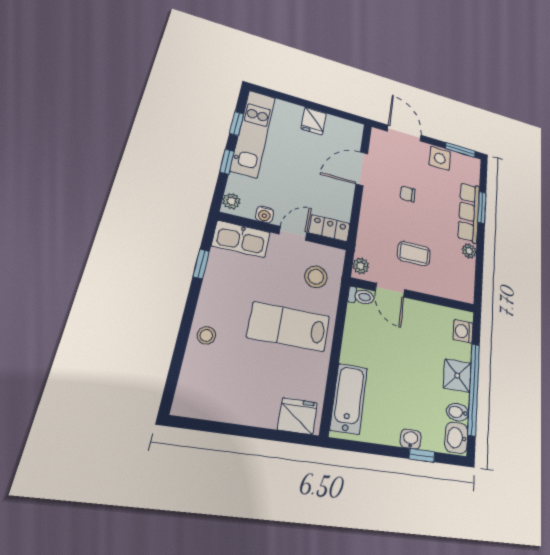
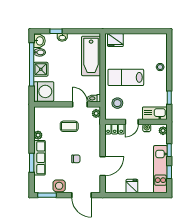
lab bench: (289, 327) -> (126, 77), turned 180
washing machine: (463, 331) -> (44, 91), width x1.89, depth x1.89
bathtub: (349, 399) -> (91, 56), width x1.36, depth x1.36

